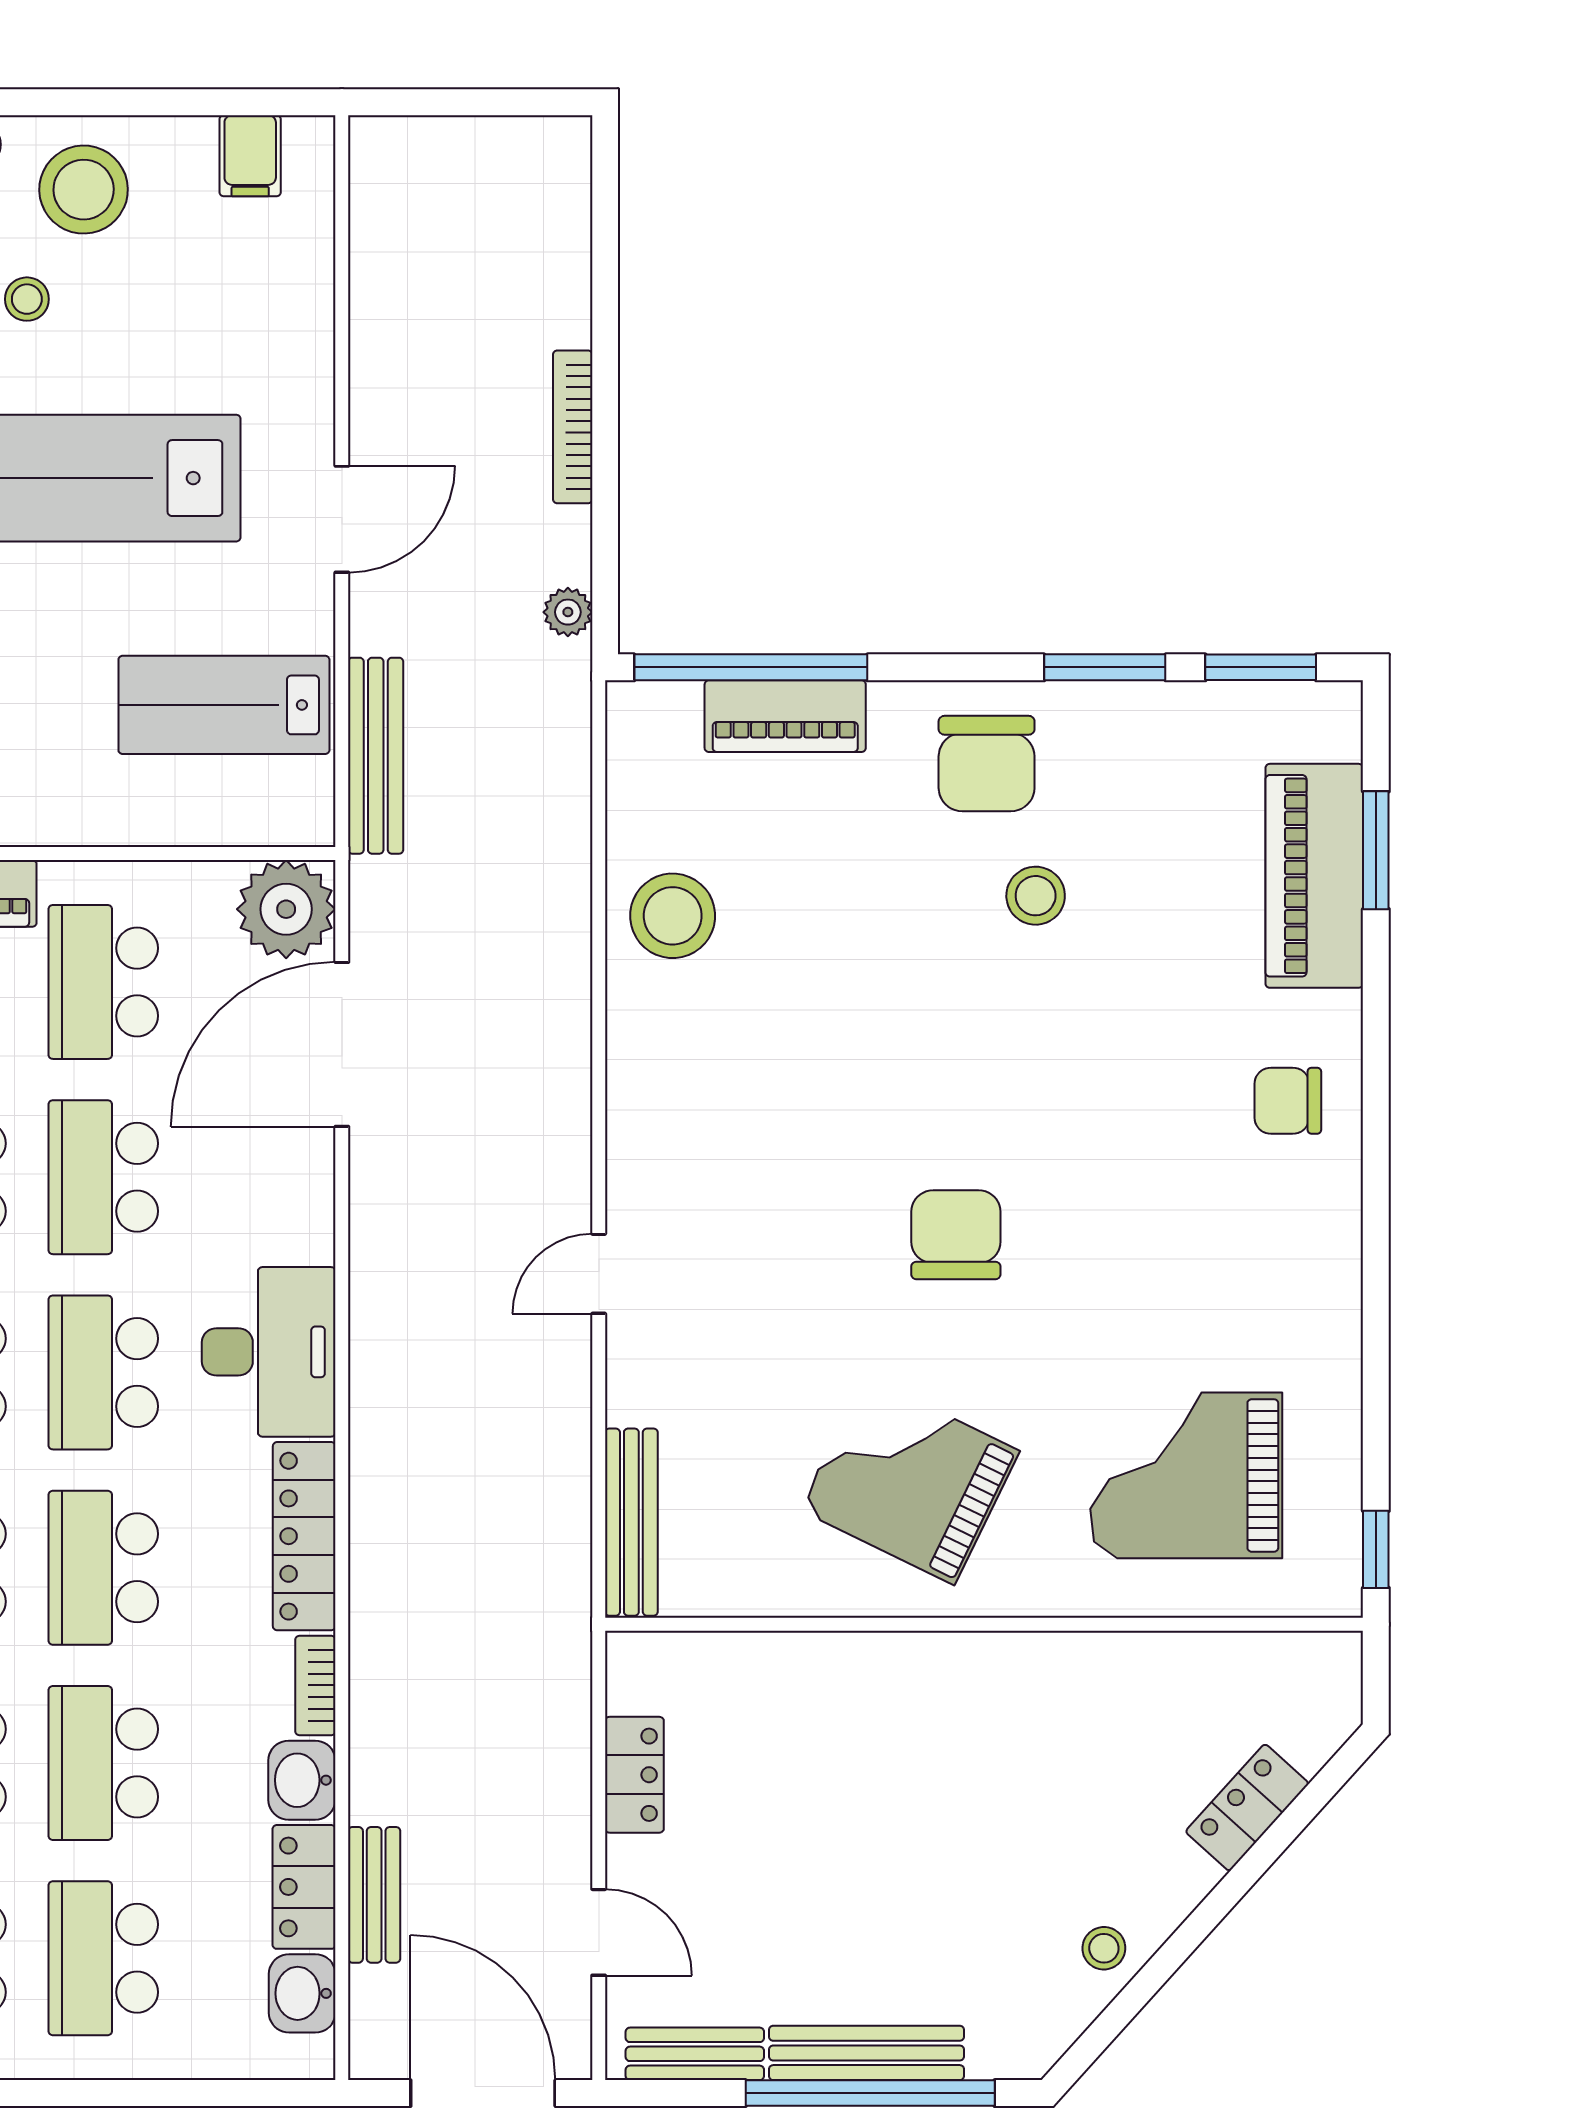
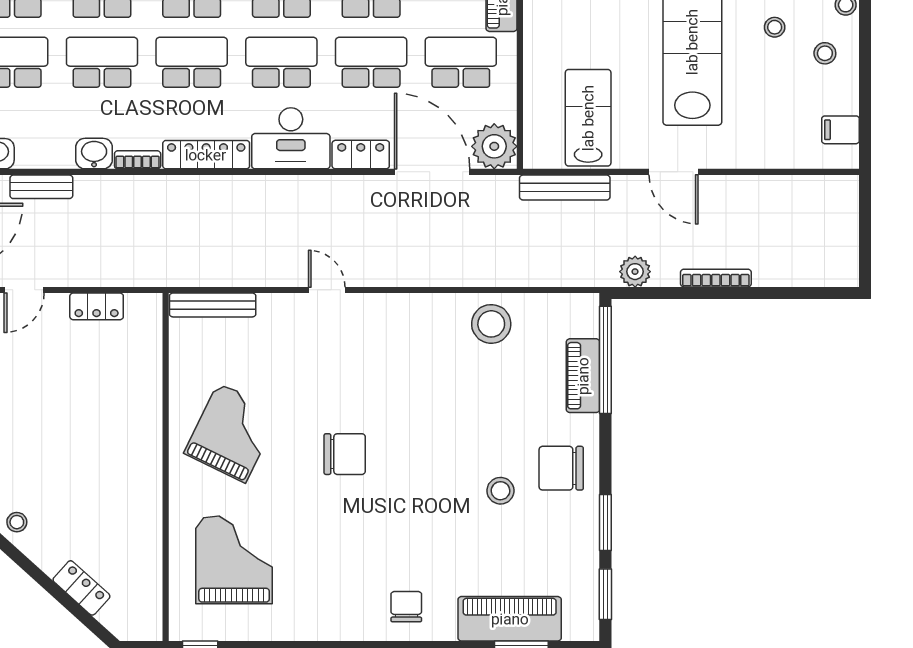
stool: (84, 190) -> (825, 53), width x0.53, depth x0.53
plant: (568, 612) -> (635, 272), width x1.38, depth x1.38
locker: (304, 1887) -> (361, 155), moved

